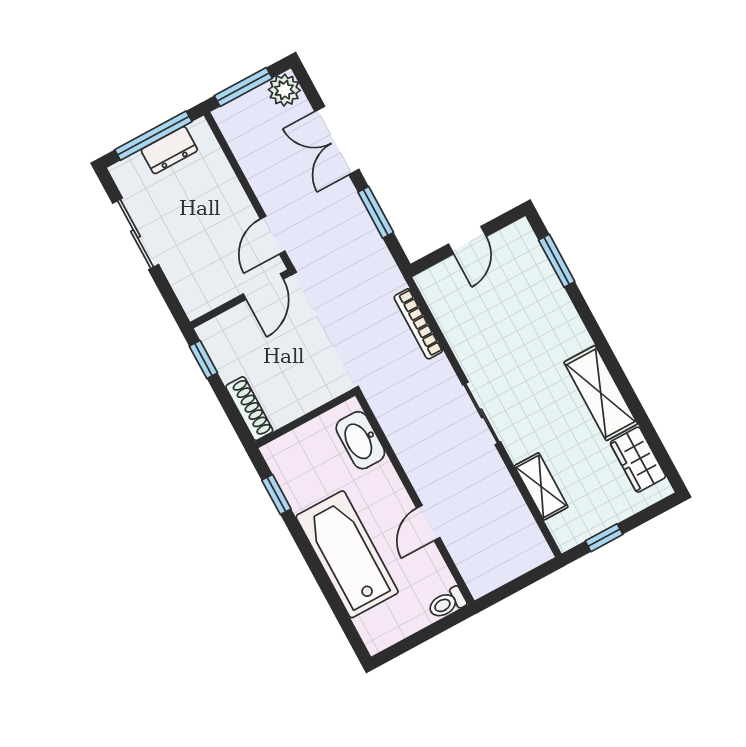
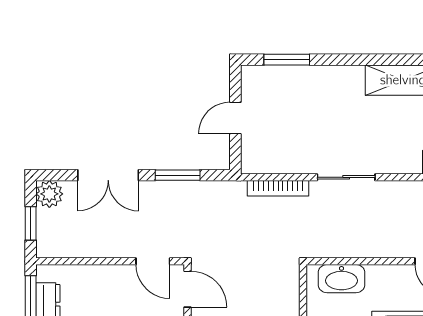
window: (243, 87) -> (31, 223), width x0.67
door: (467, 240) -> (235, 118), swing flipped
sliding door: (482, 413) -> (346, 177), moved

